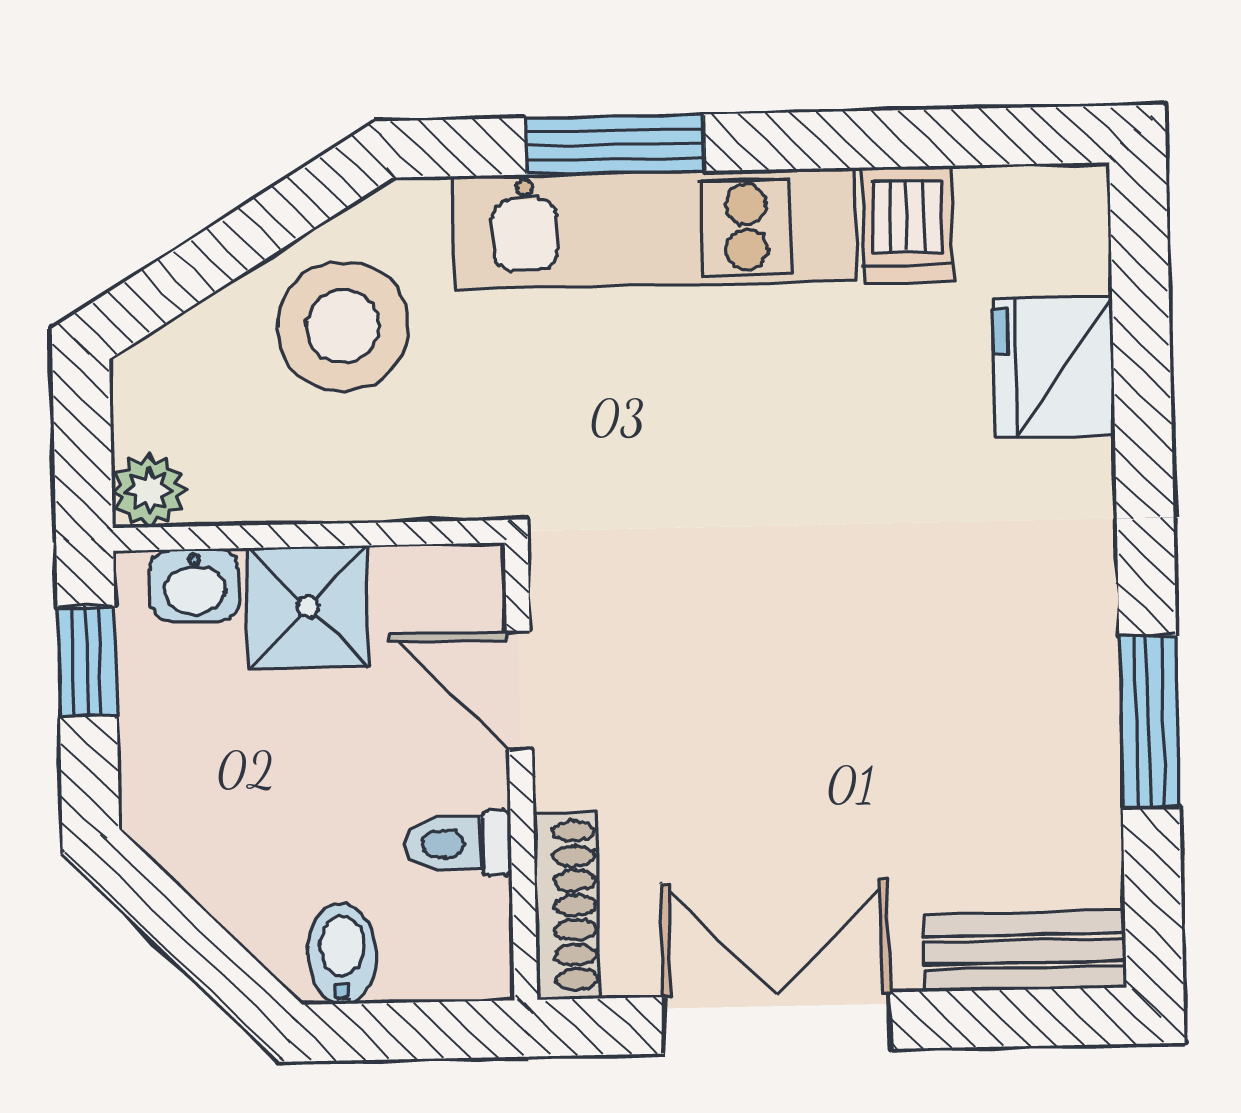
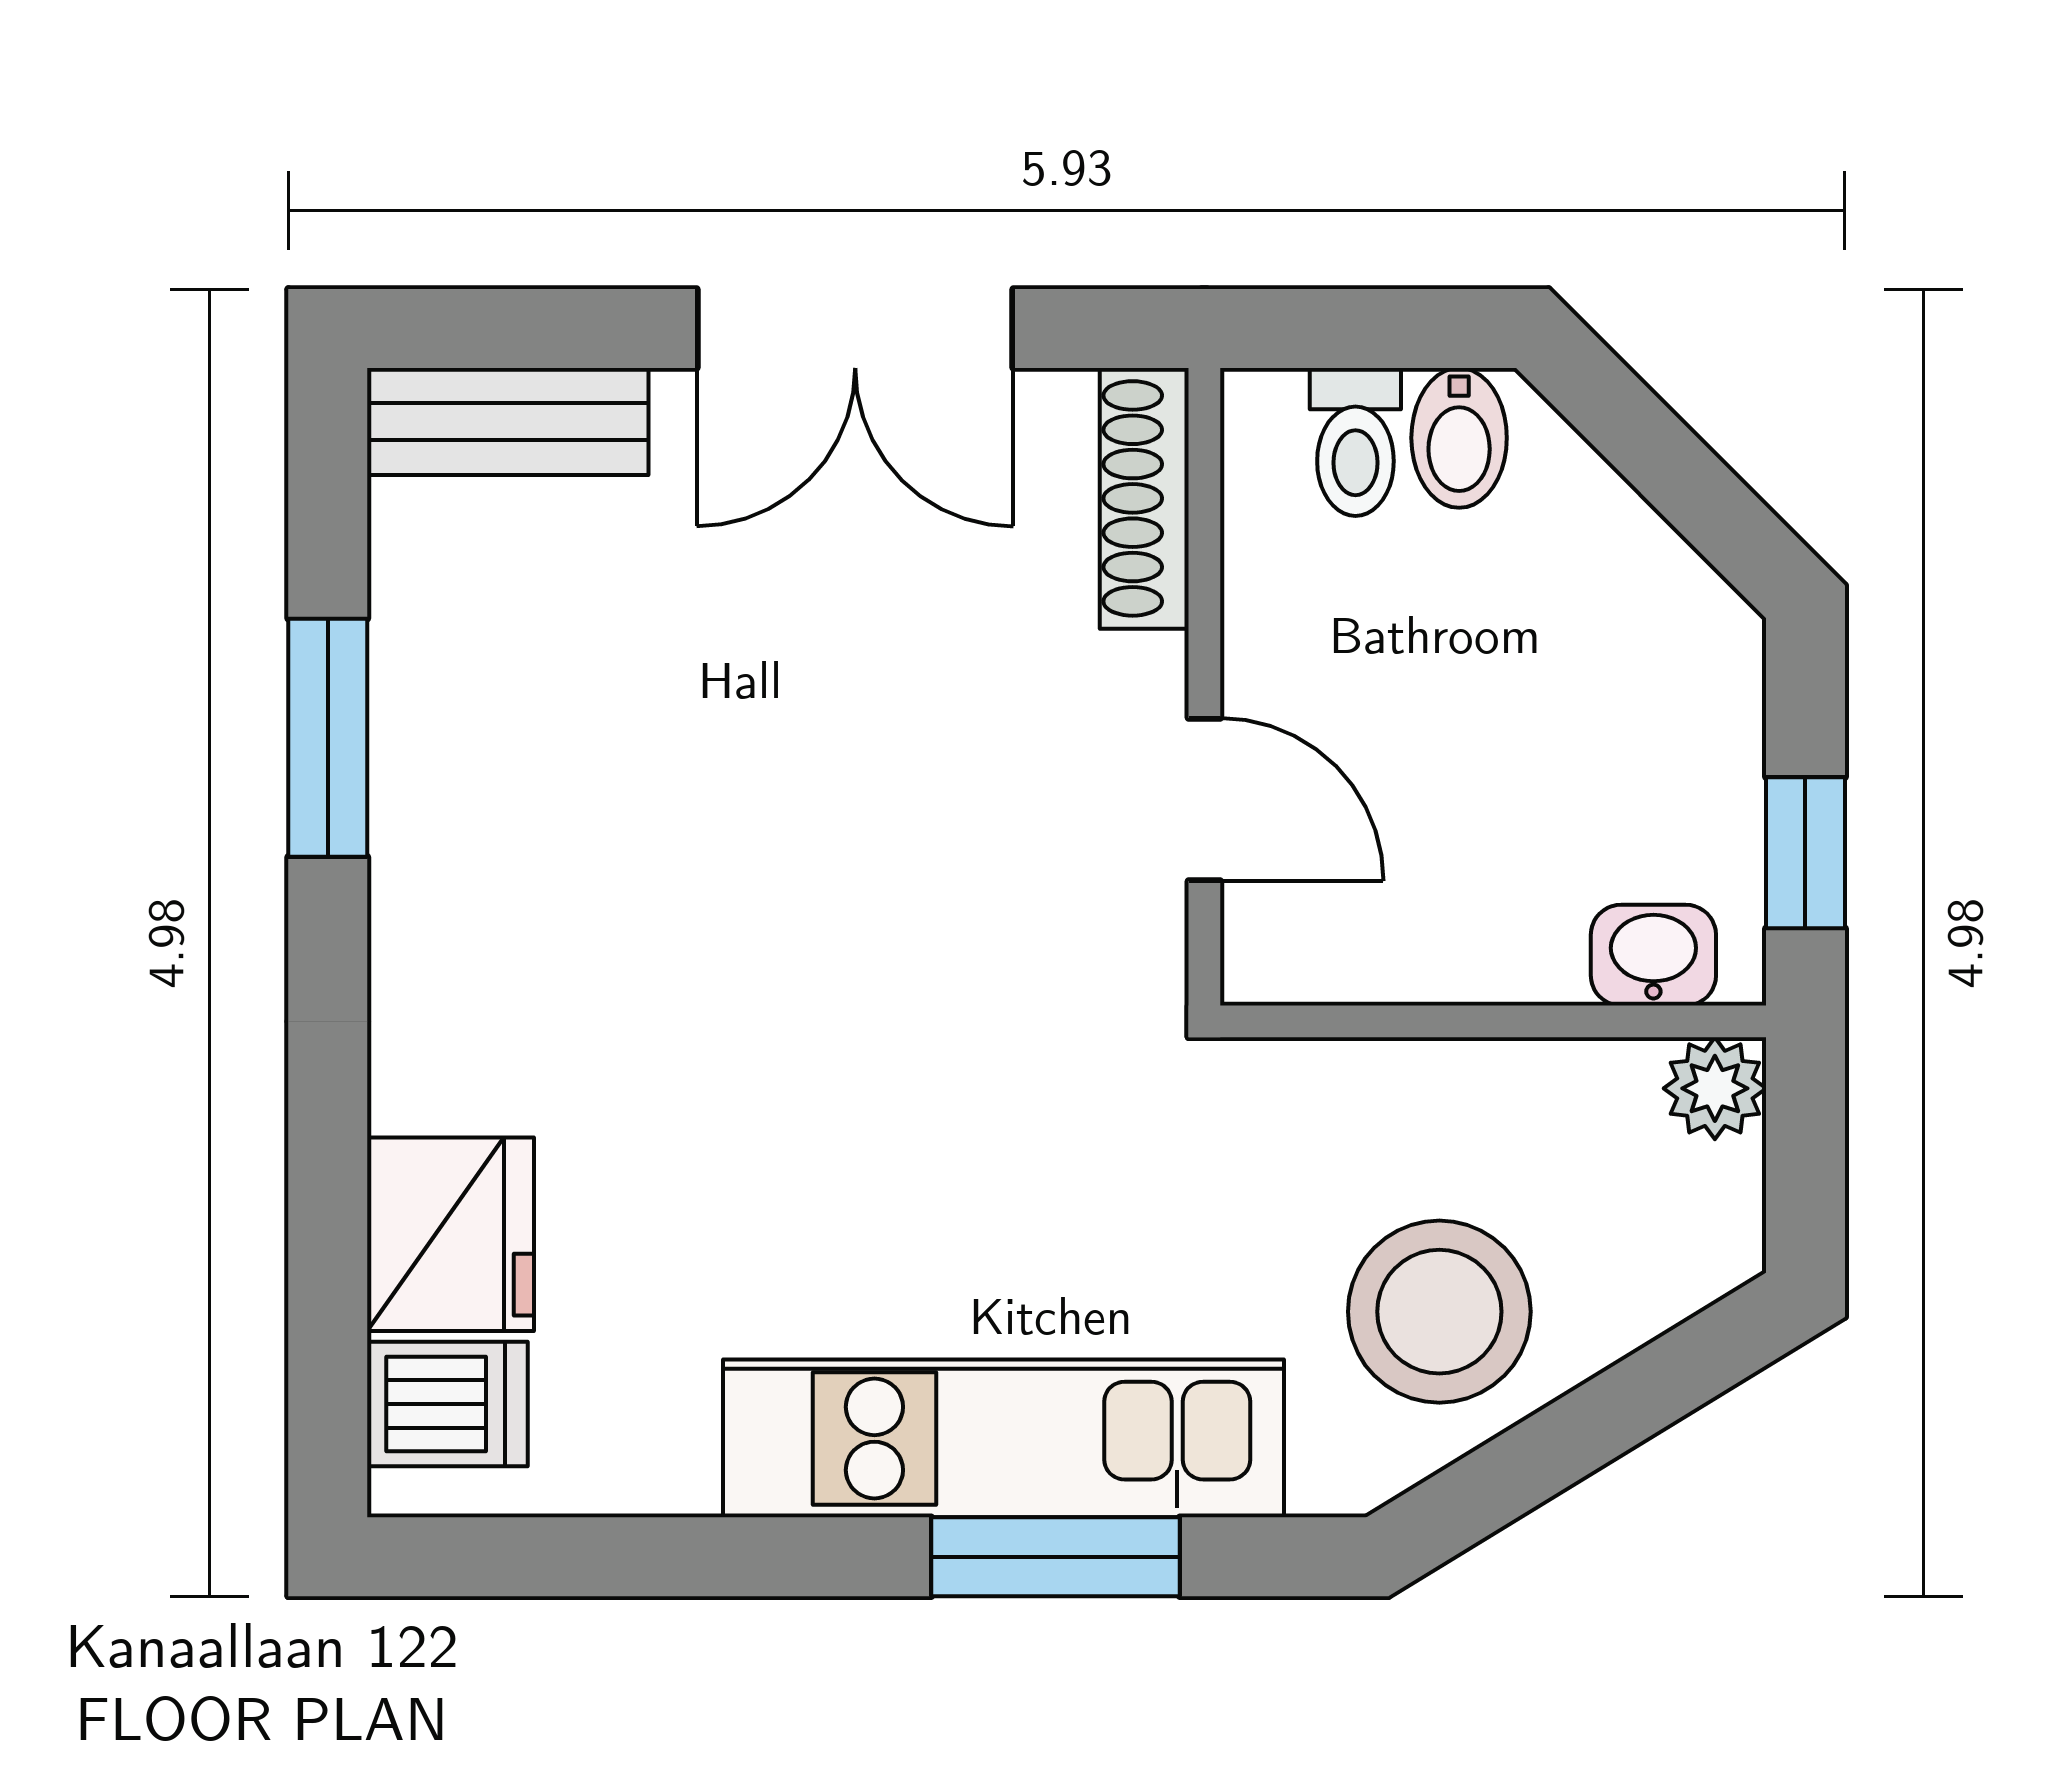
dishwasher: (907, 224) -> (447, 1404), moved, turned 90
shower: (308, 607) -> (1496, 922), removed
toilet: (458, 844) -> (1355, 442), moved, turned 90

